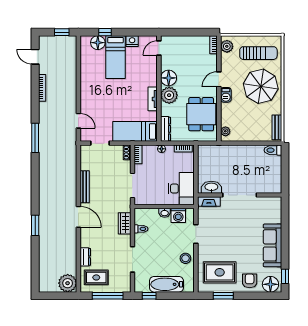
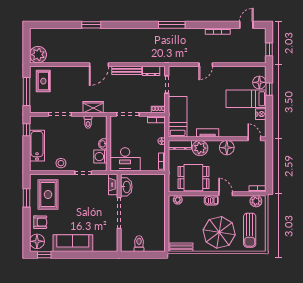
plant: (169, 95) -> (200, 148), moved
door: (78, 121) -> (206, 65), moved
toilet: (273, 150) -> (139, 244), moved
dresser: (85, 257) -> (151, 71), moved

